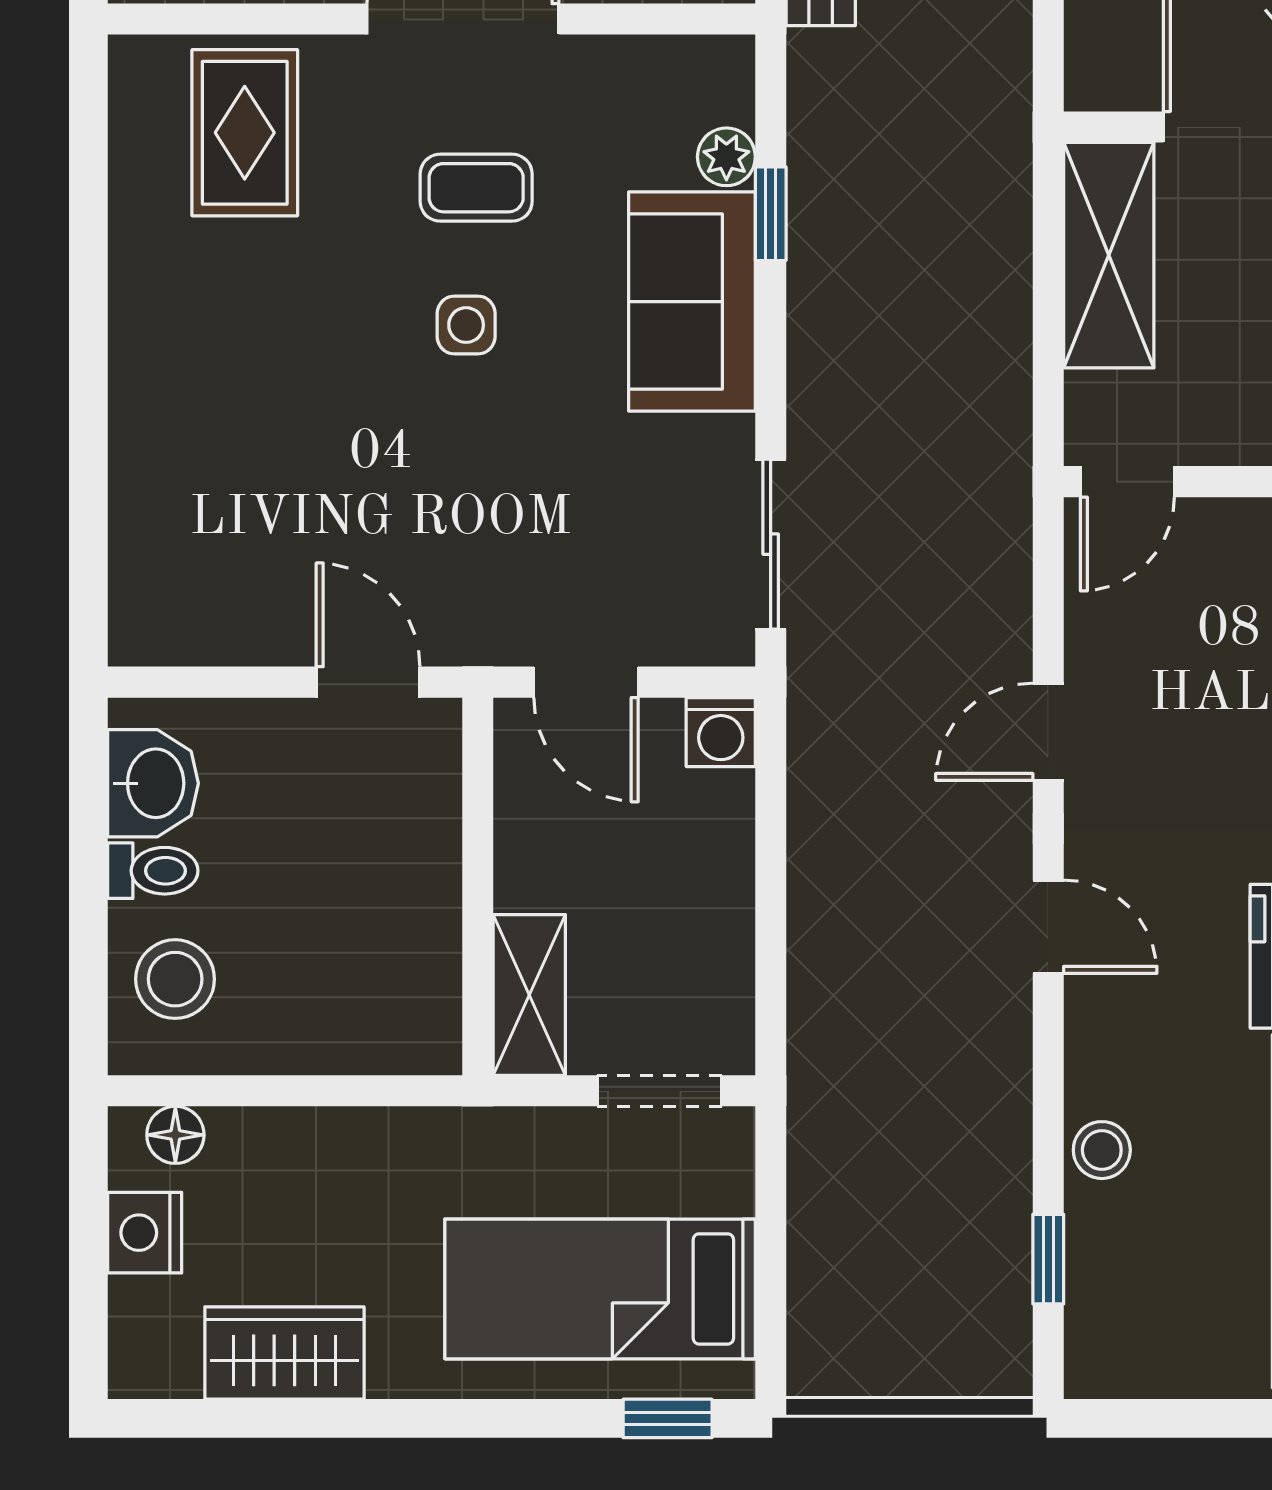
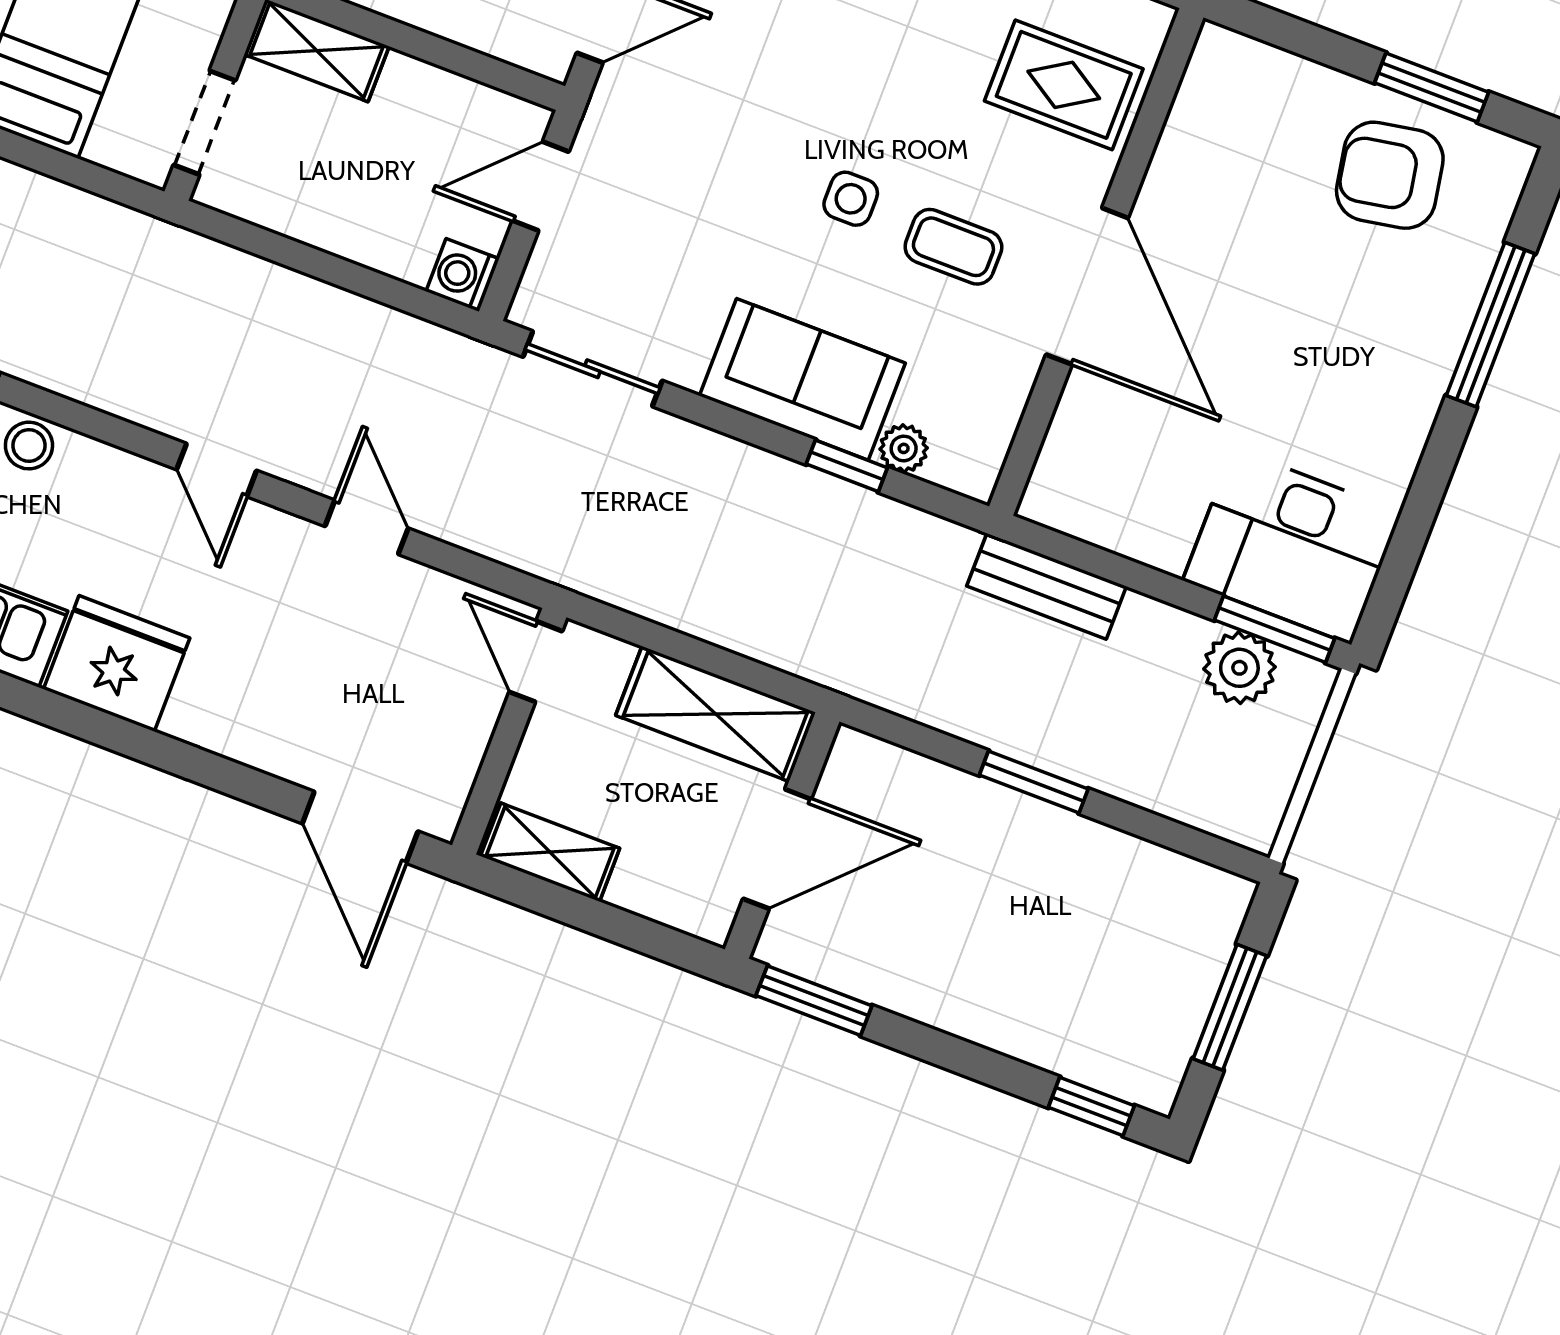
coffee table: (476, 188) -> (953, 247), turned 90
door: (1048, 927) -> (217, 470), hinge flipped

